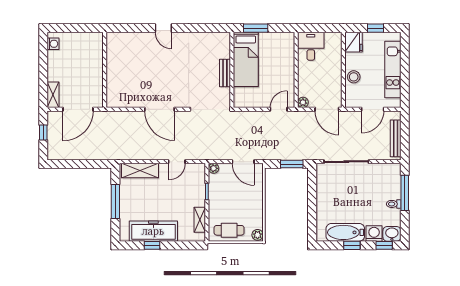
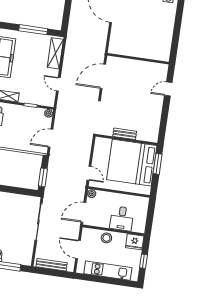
desk: (311, 46) -> (122, 218), moved, turned 90
bed: (246, 59) -> (132, 163), width x2.04
wall: (105, 70) -> (138, 59), moved

